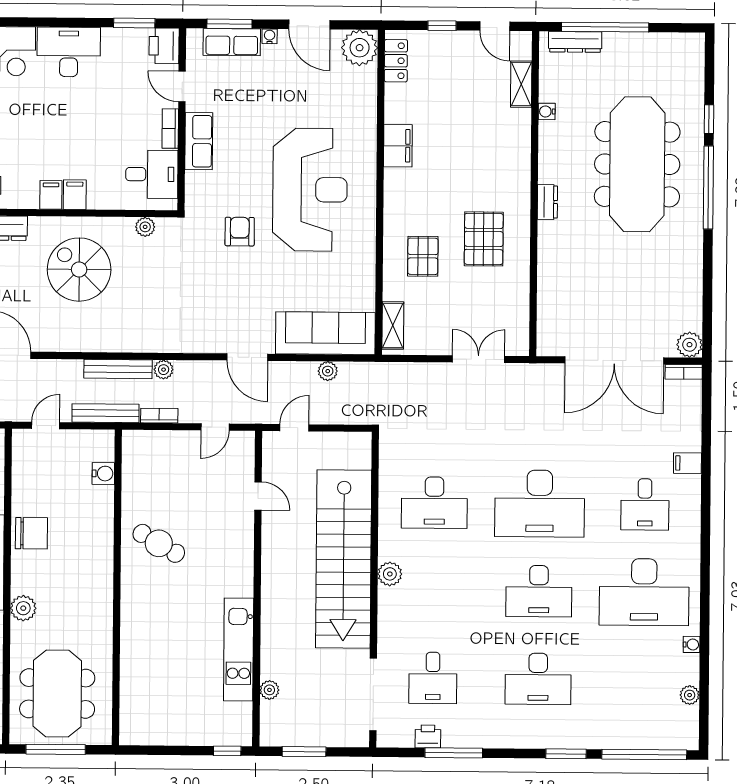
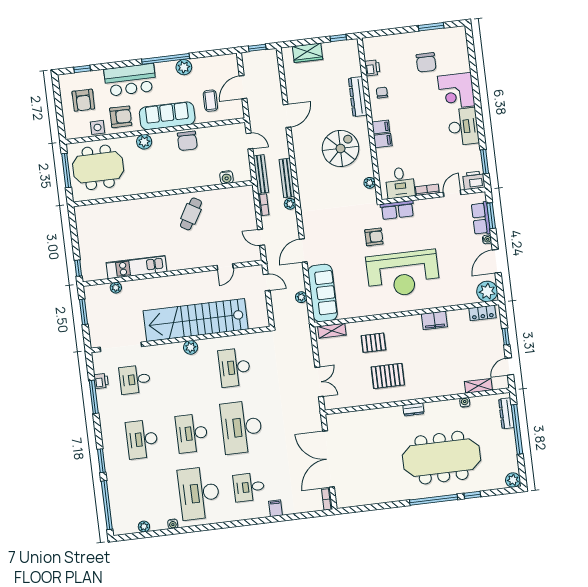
row of seats: (199, 141) -> (397, 210), moved
plant: (690, 345) -> (513, 480), moved

